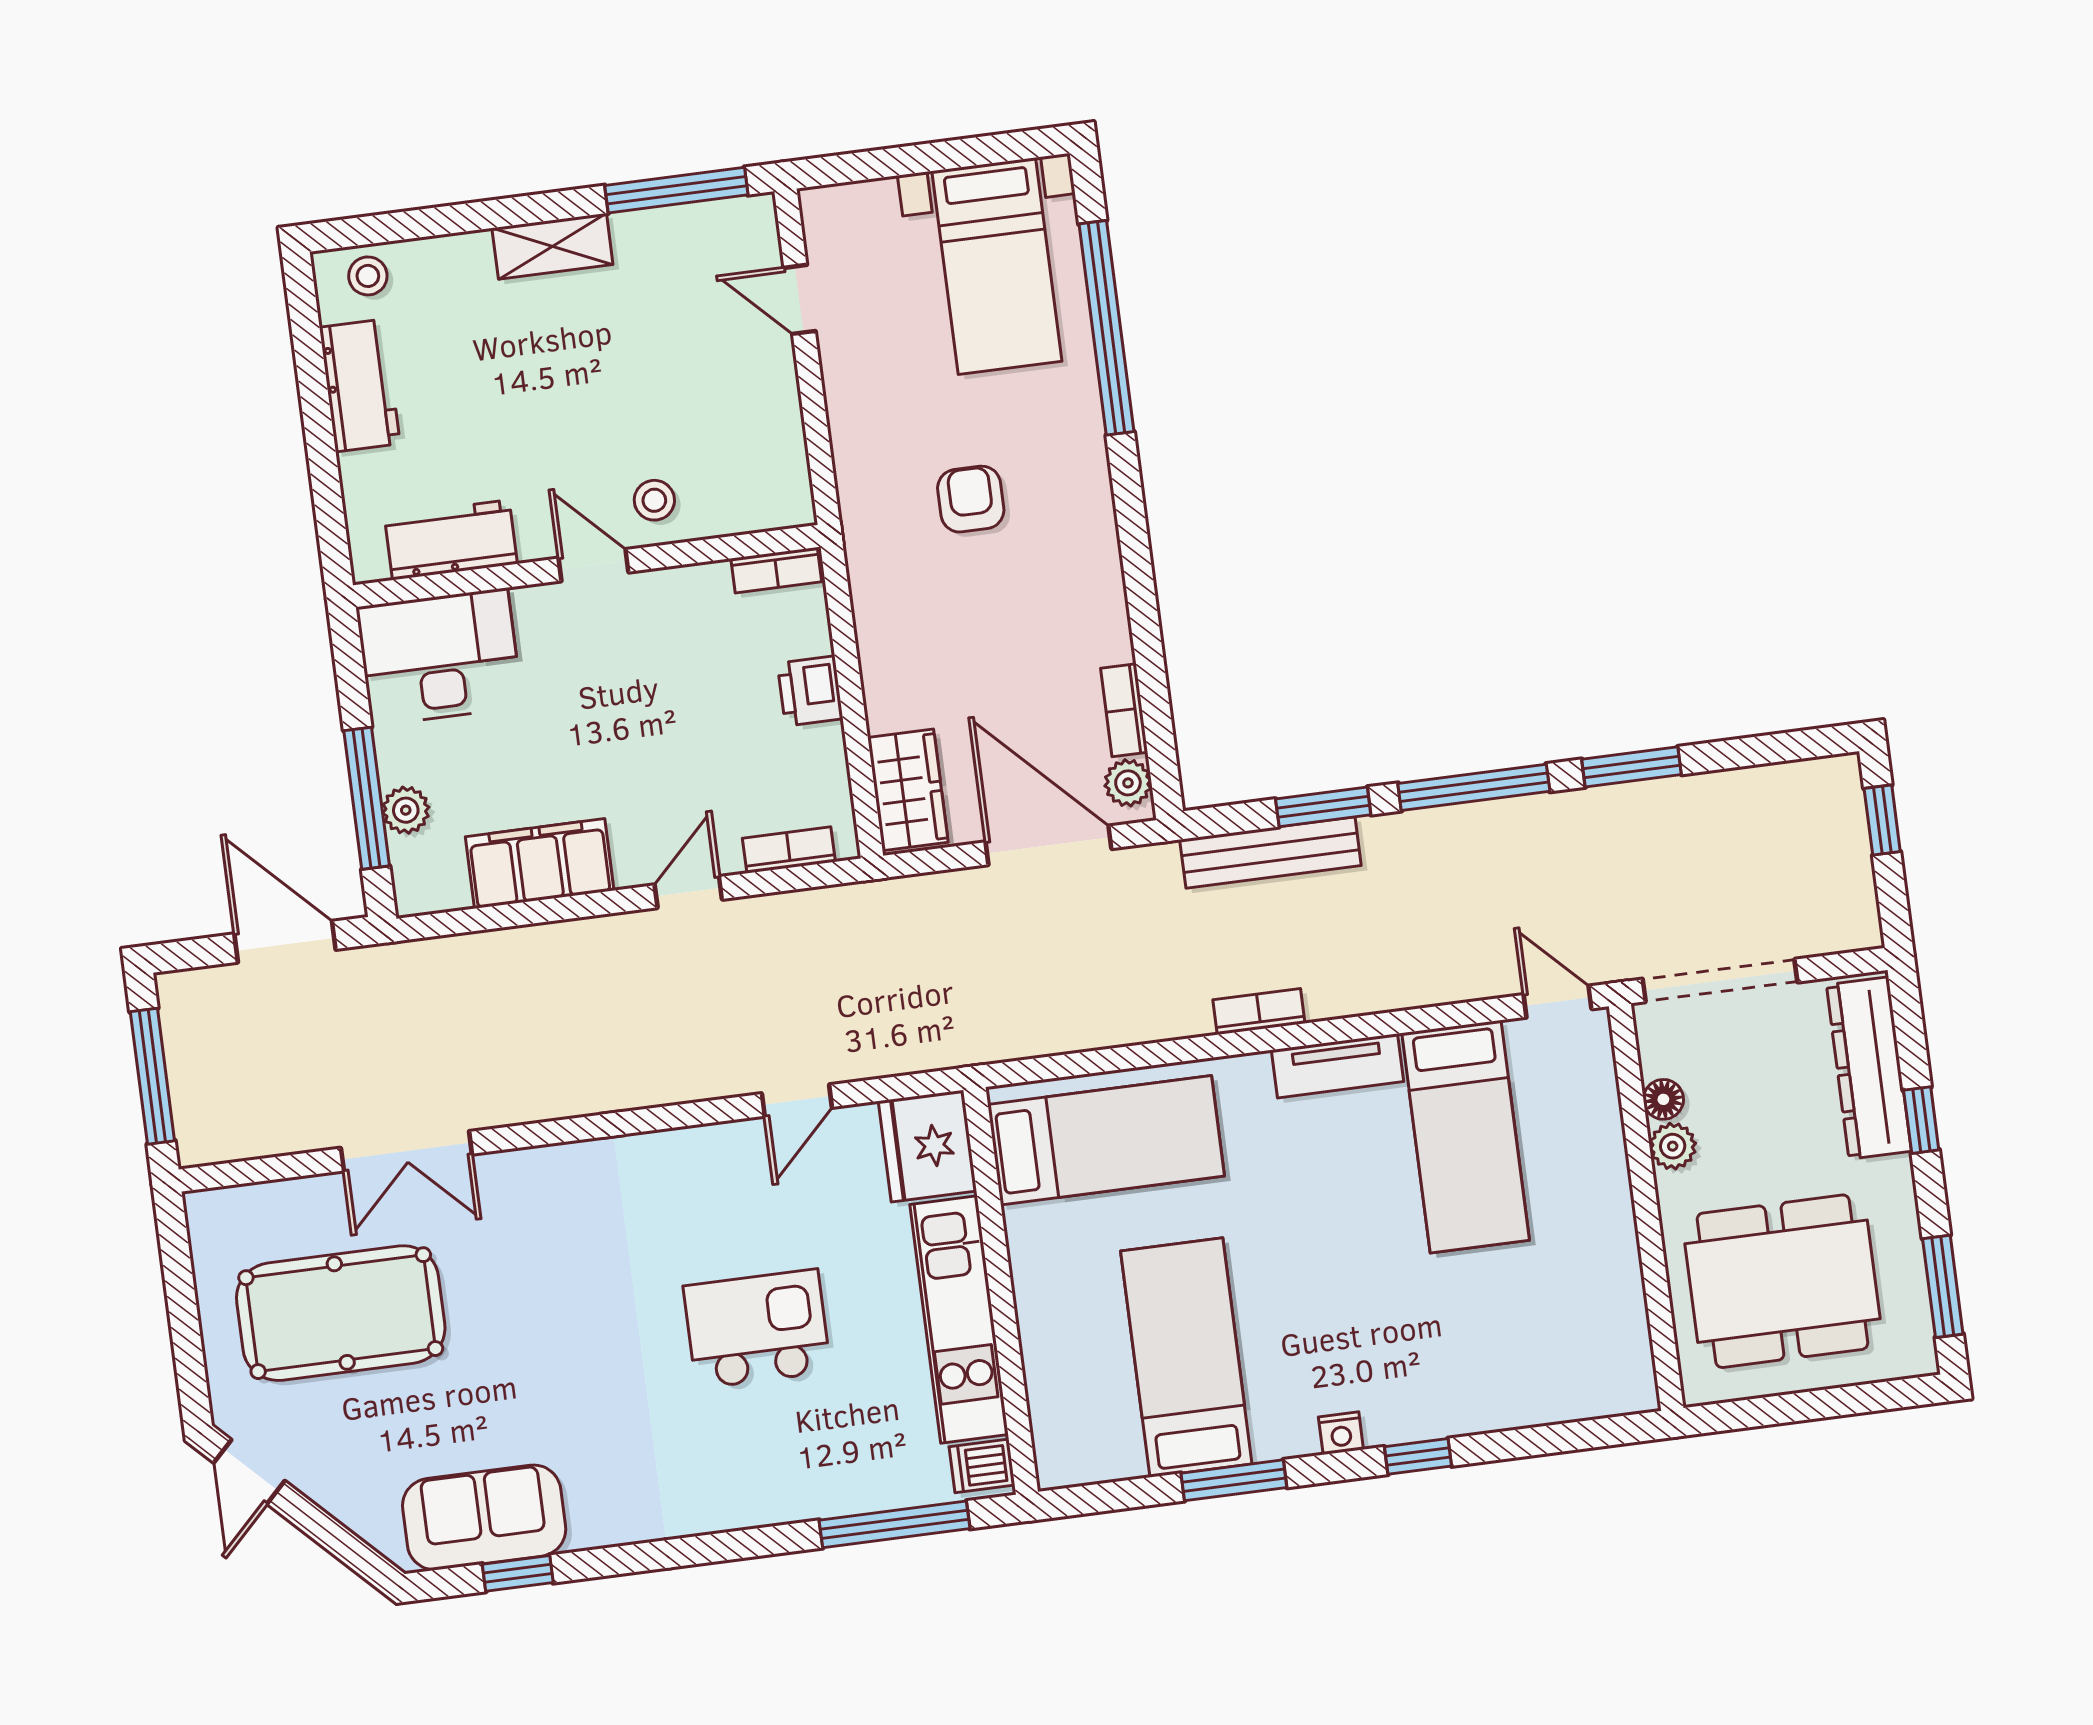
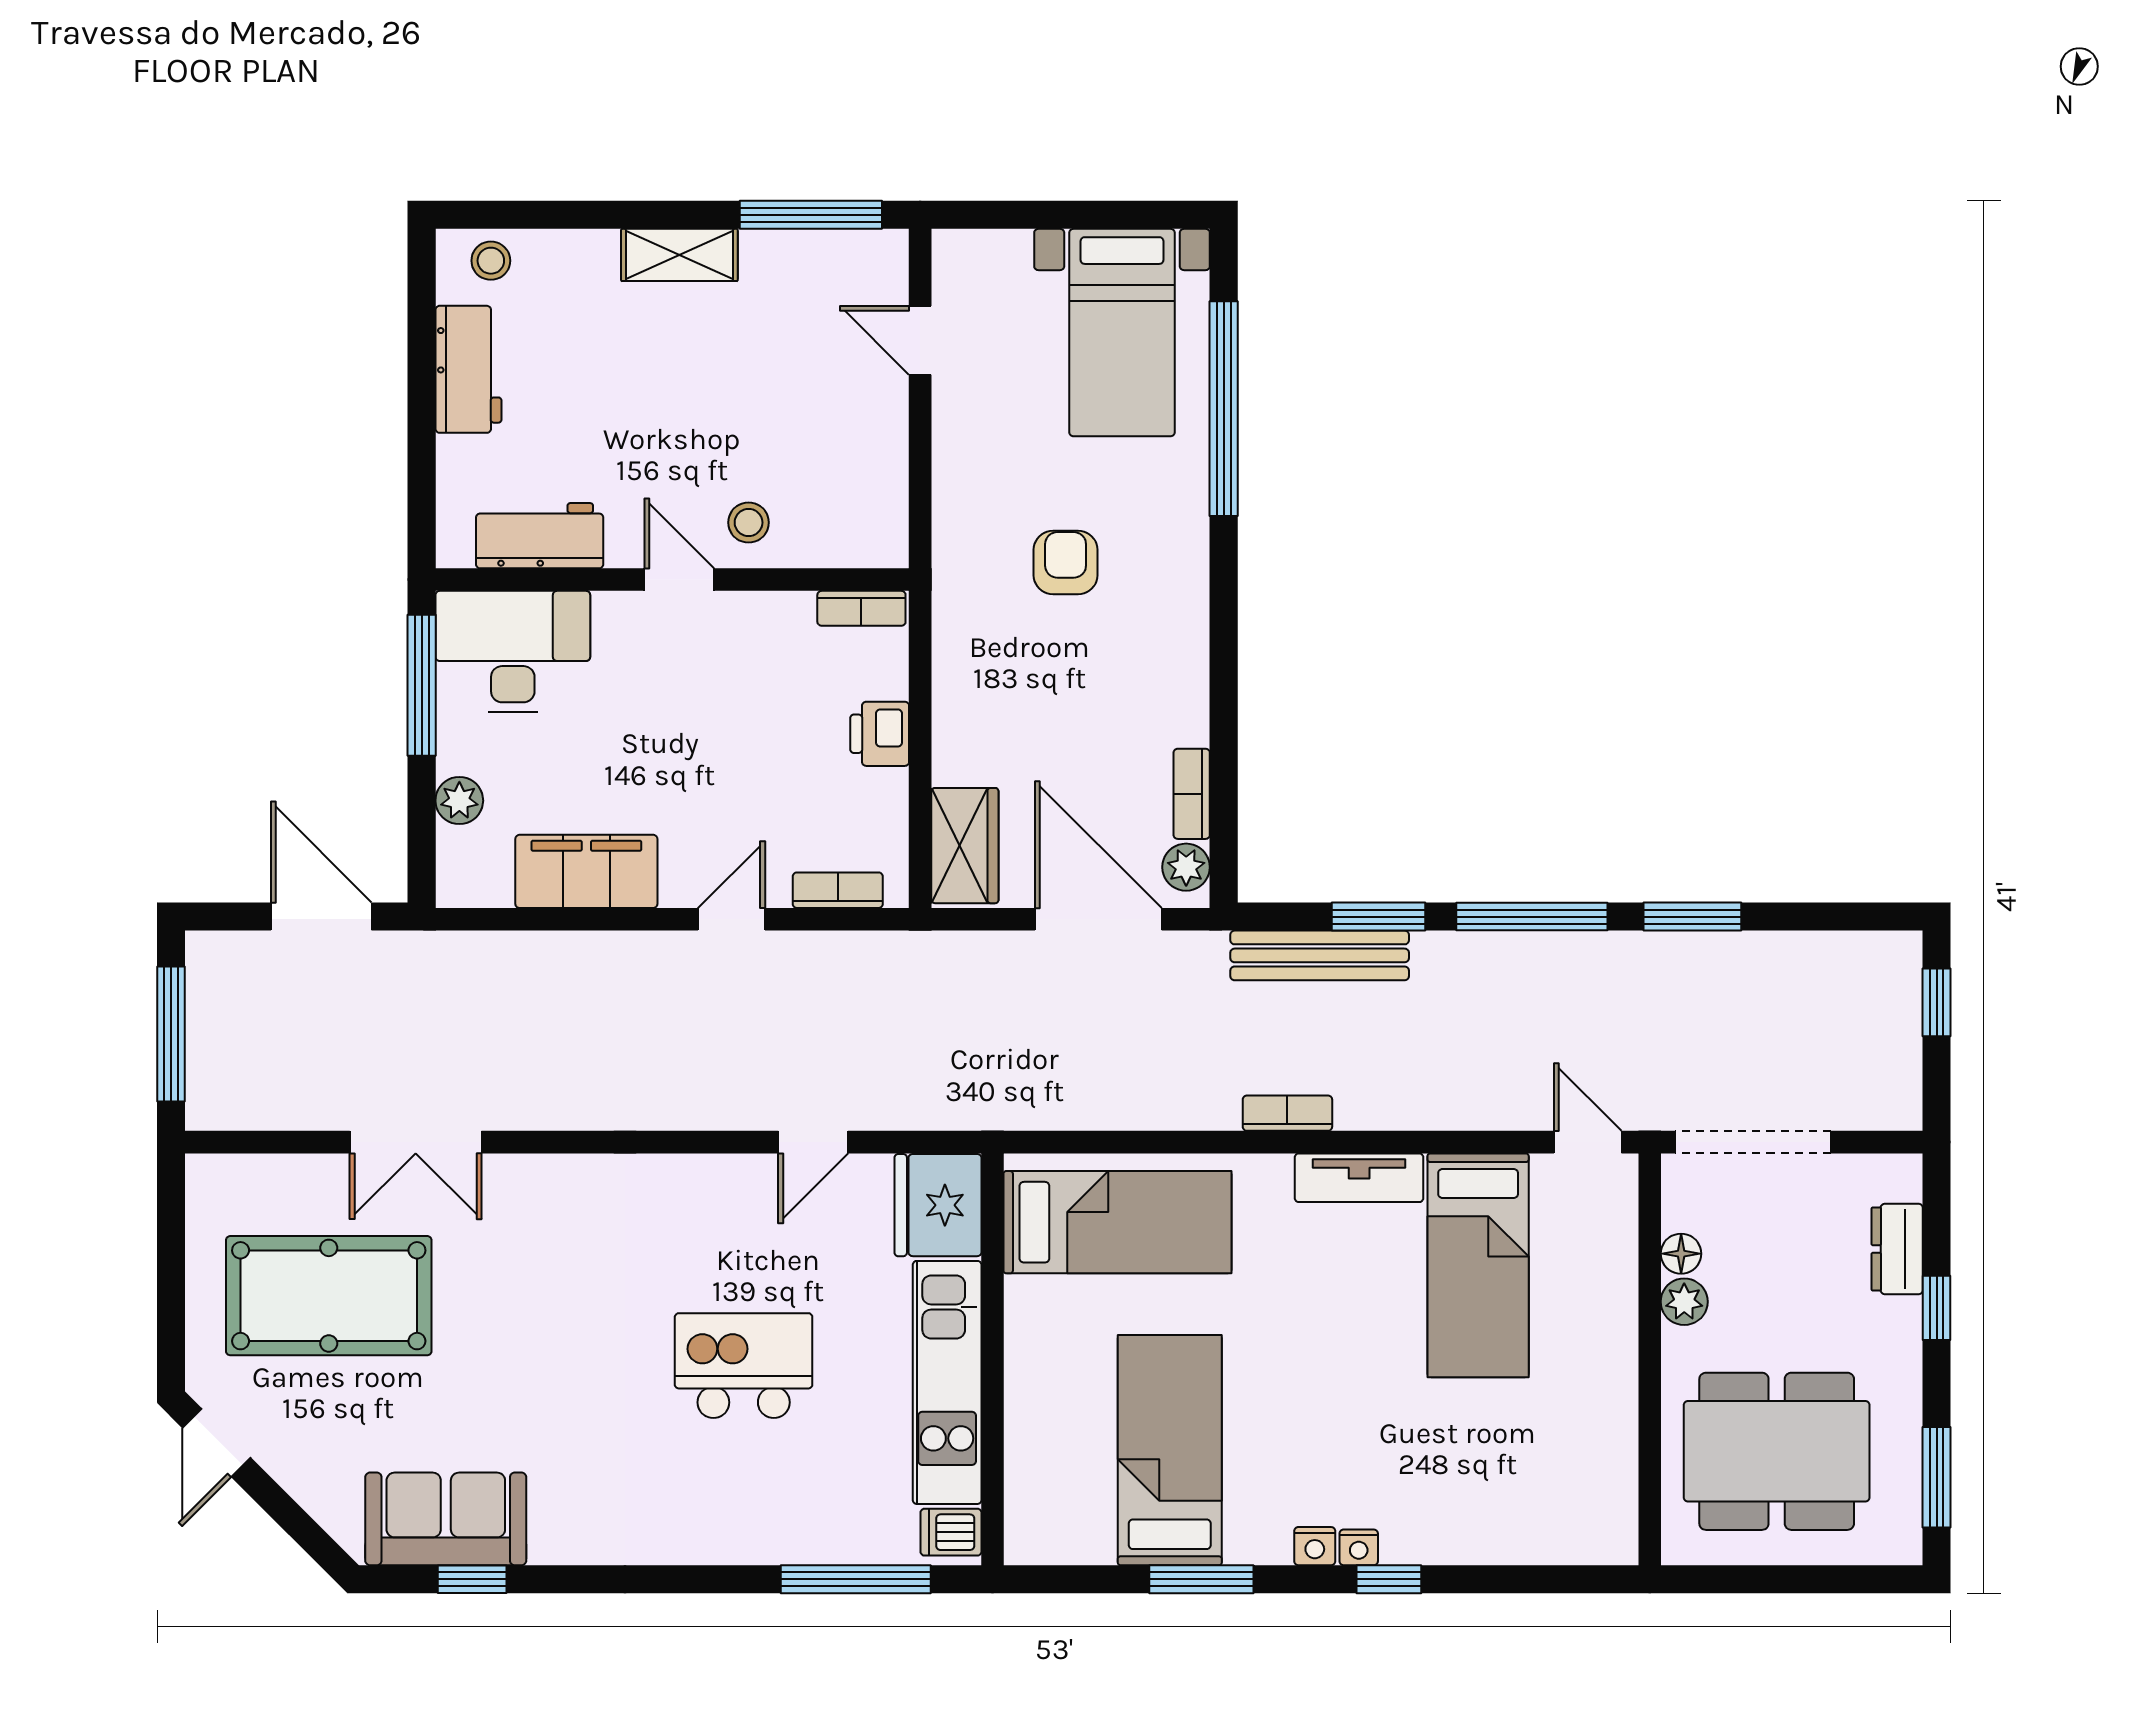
window: (367, 798) -> (422, 685), moved
dresser: (1869, 1068) -> (1897, 1249), width x0.51, depth x0.80
nightstand: (1384, 1429) -> (1359, 1547), added

